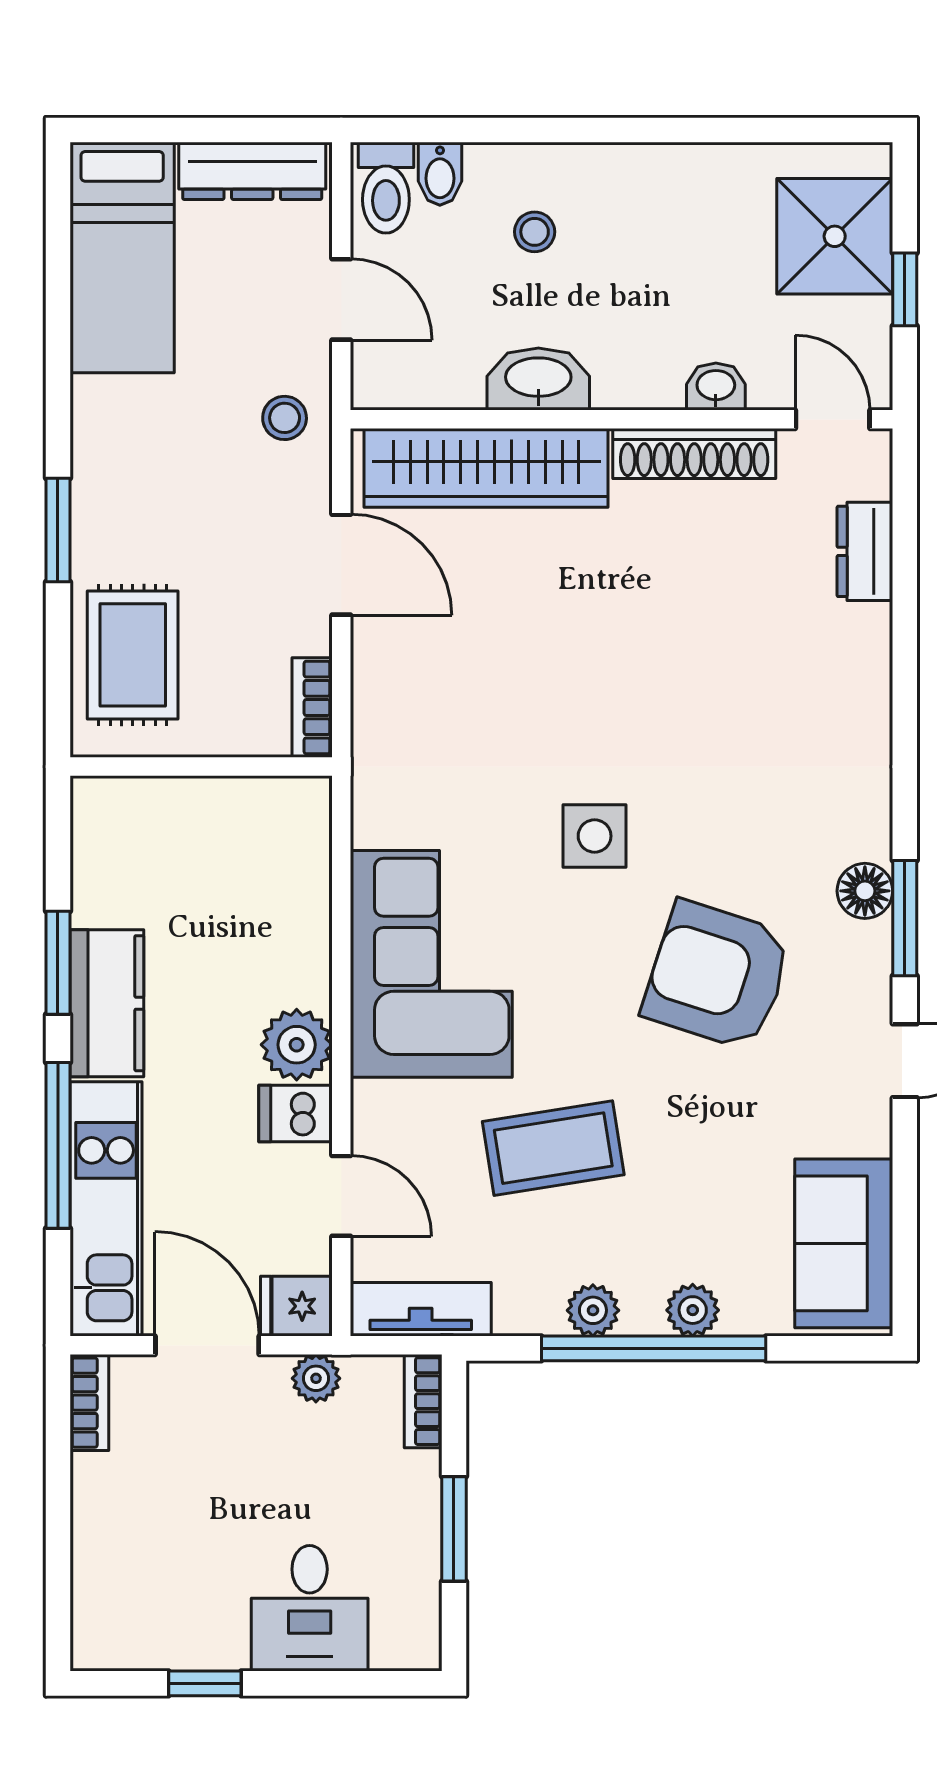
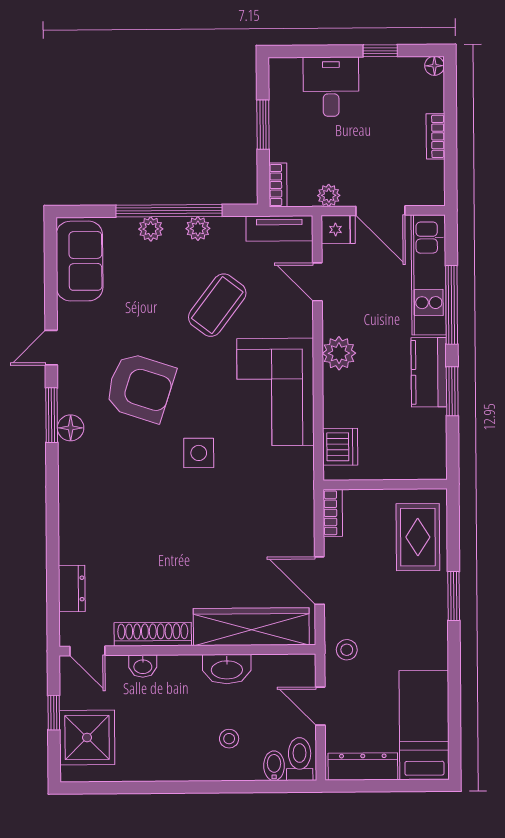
dishwasher: (295, 1113) -> (340, 447), moved, width x1.38
coffee table: (553, 1148) -> (217, 305), turned -44
bookcase: (89, 1403) -> (436, 136), moved
floor lamp: (91, 1651) -> (434, 66), added

